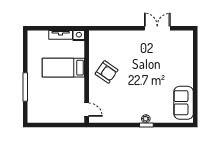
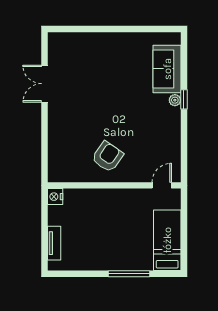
tv unit: (61, 35) -> (54, 243), moved
bed: (63, 68) -> (167, 240), moved, turned 180
sofa: (184, 103) -> (167, 69), moved, turned 90

